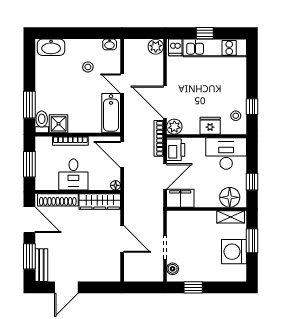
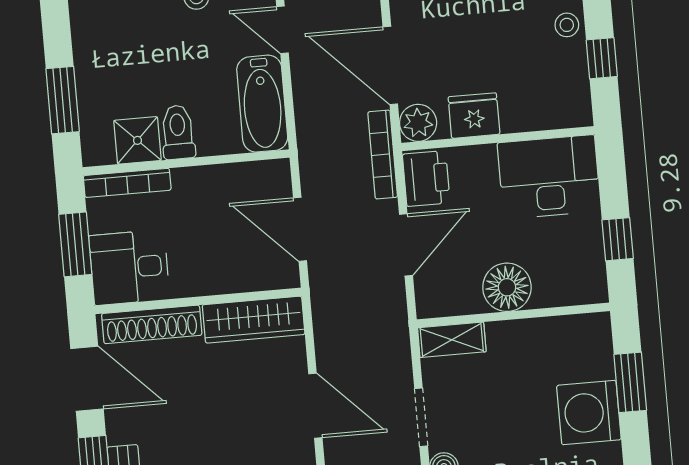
stool: (236, 116) -> (567, 25), moved
toilet: (42, 122) -> (178, 132), moved
fridge: (210, 126) -> (474, 116), moved
bookcase: (70, 141) -> (127, 183), moved
door: (122, 155) -> (300, 229), moved
desk: (73, 174) -> (129, 267), moved, turned 90
floor lamp: (116, 185) -> (288, 277), removed
floor lamp: (230, 197) -> (507, 287), moved
filing cabinet: (180, 198) -> (448, 295), removed
shelving: (231, 217) -> (452, 340), moved

